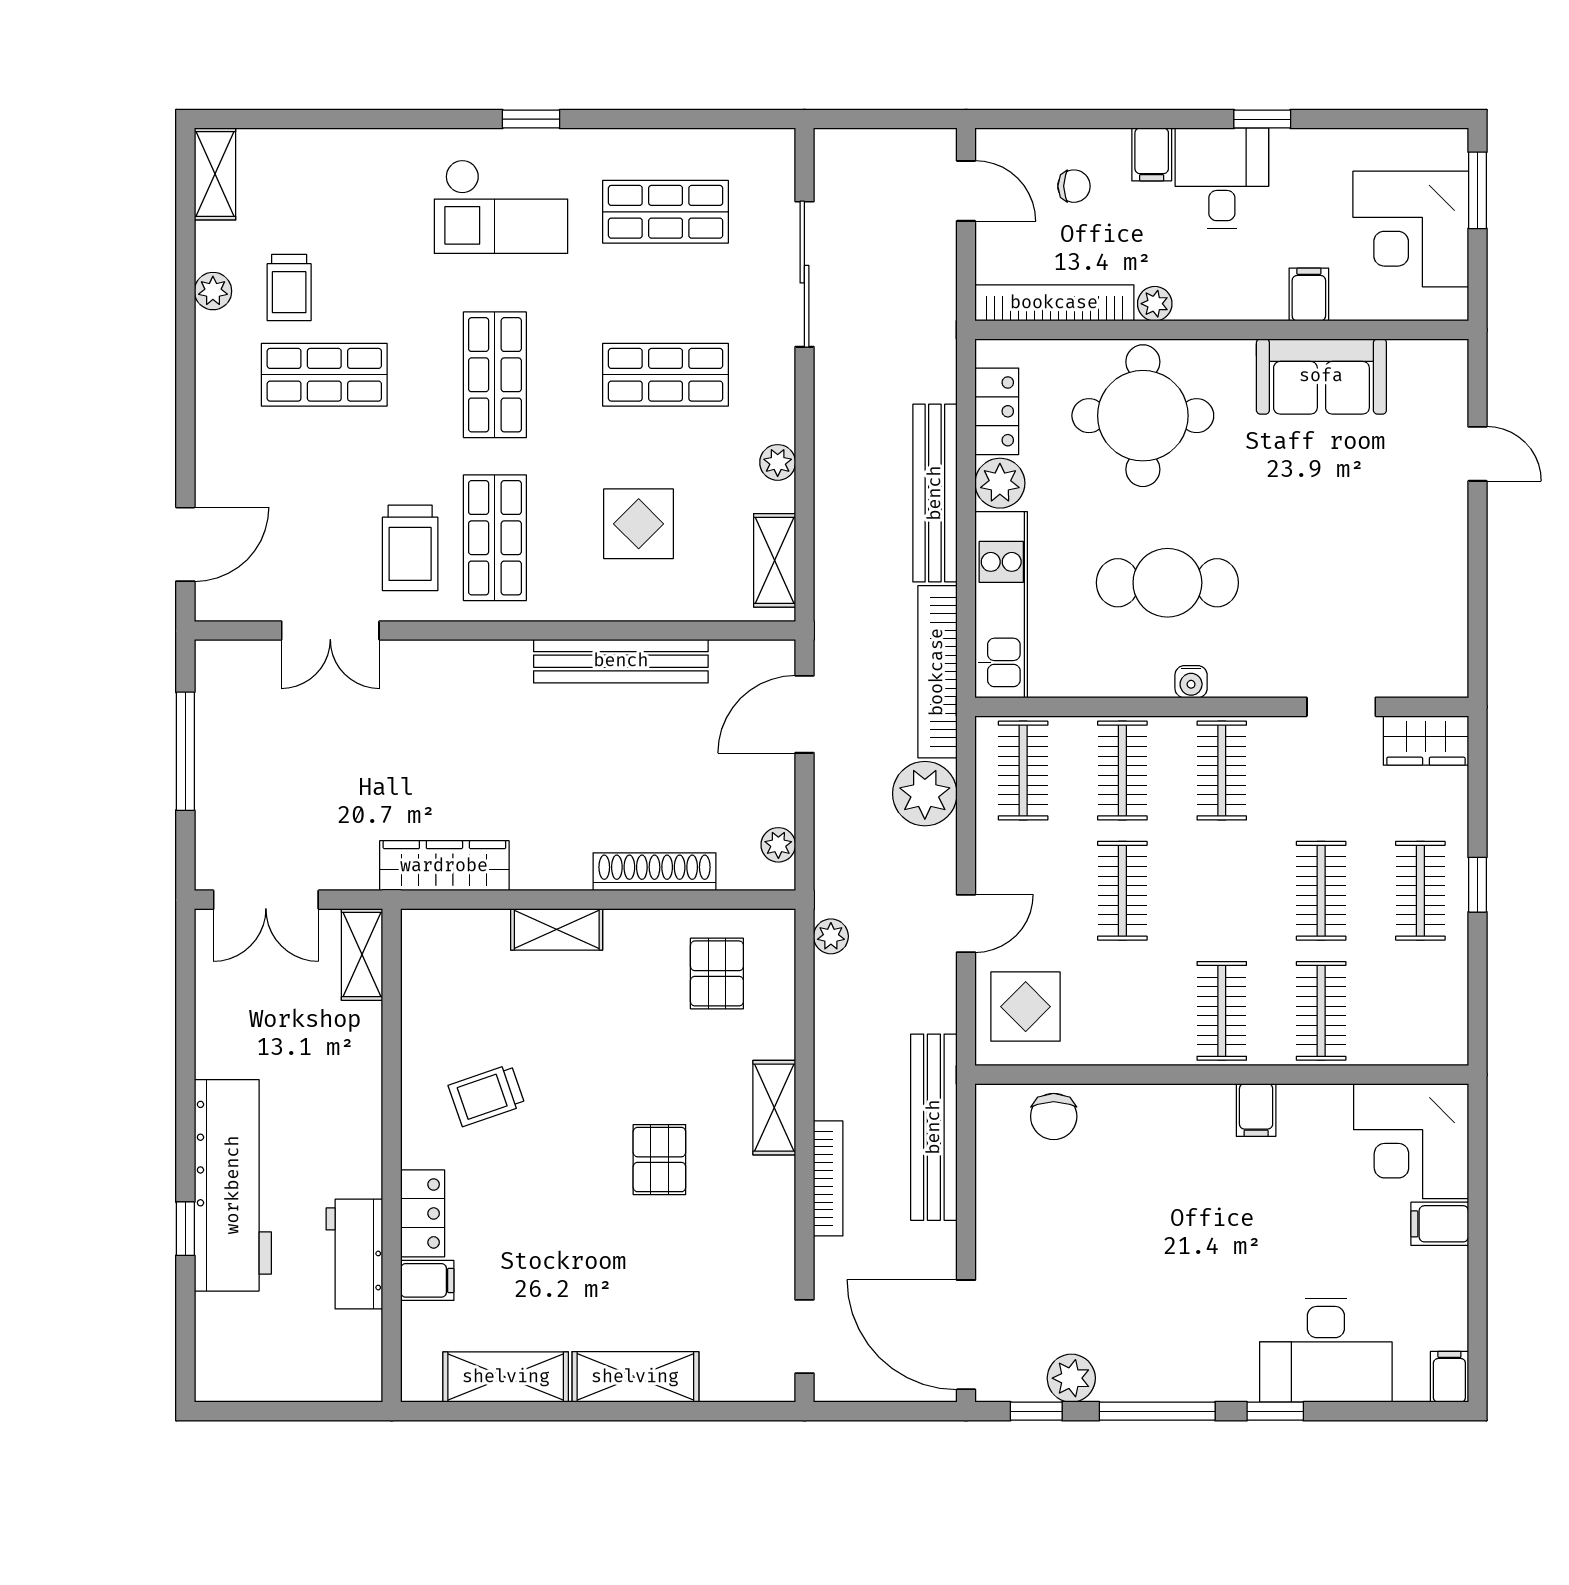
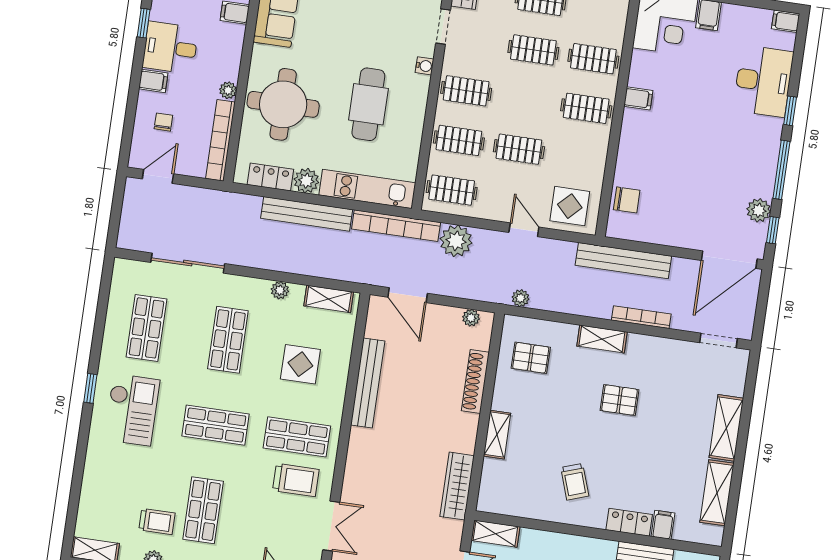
water cooler: (1191, 682) -> (424, 66), moved

